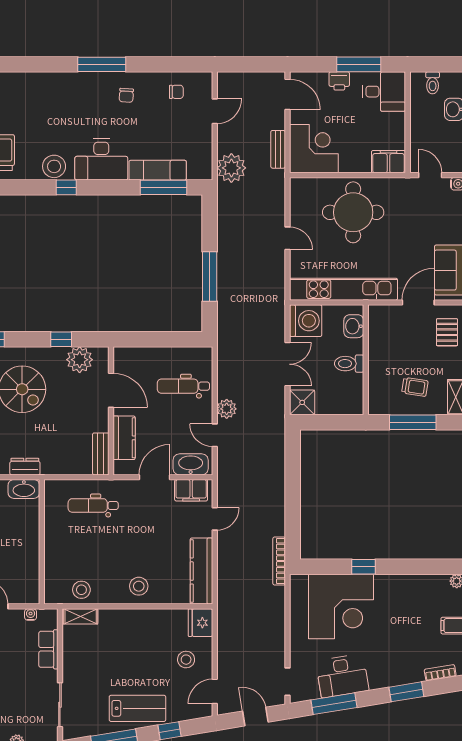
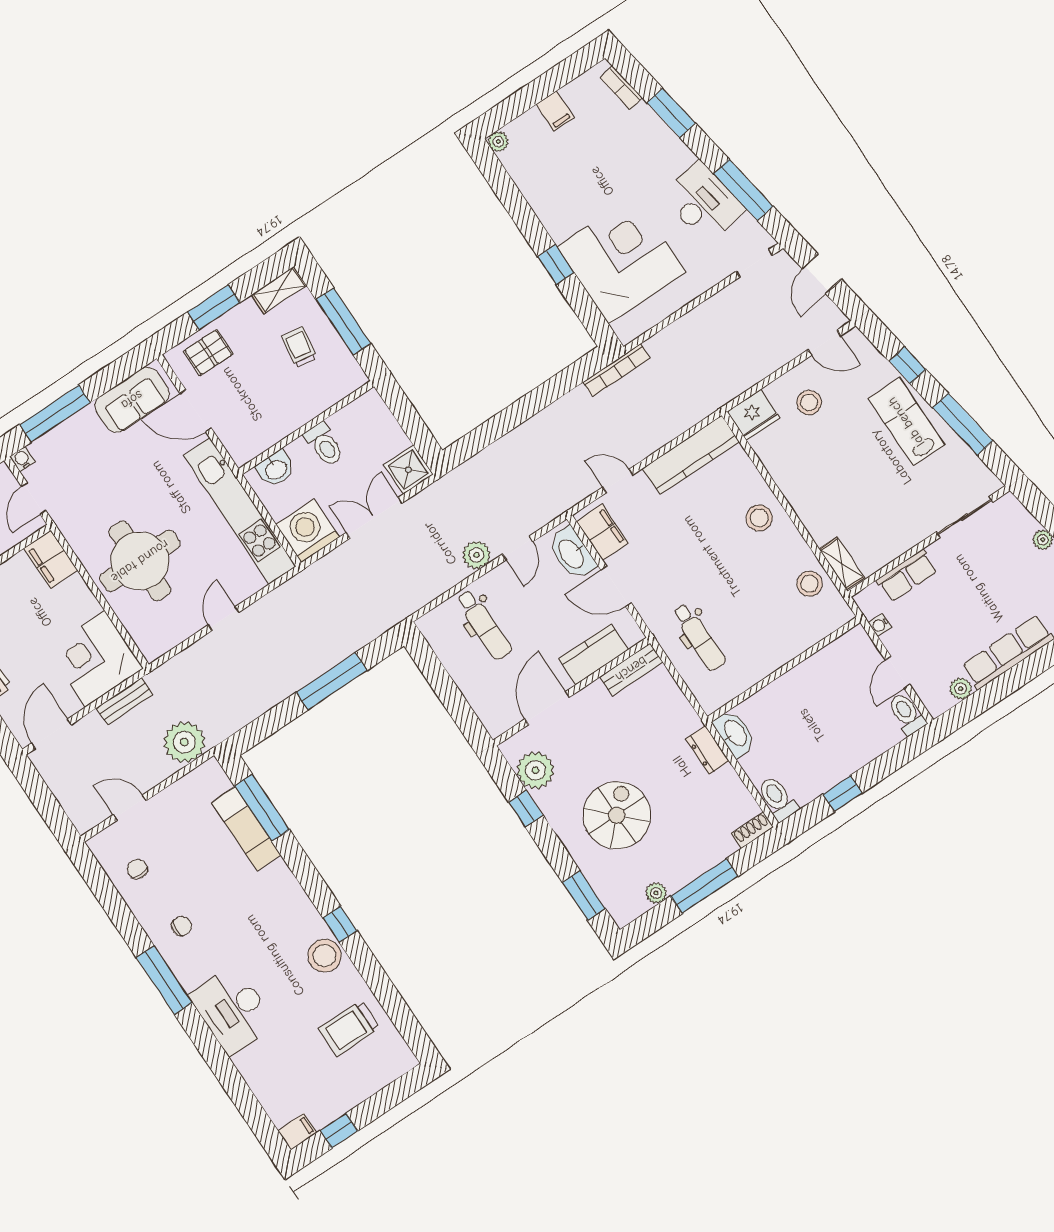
desk: (101, 160) -> (233, 1010), moved, turned 180

